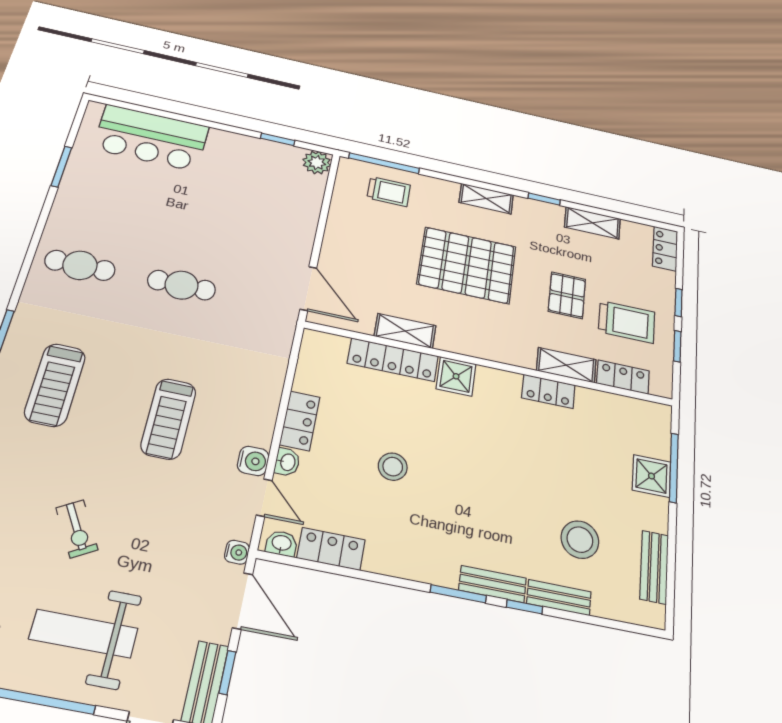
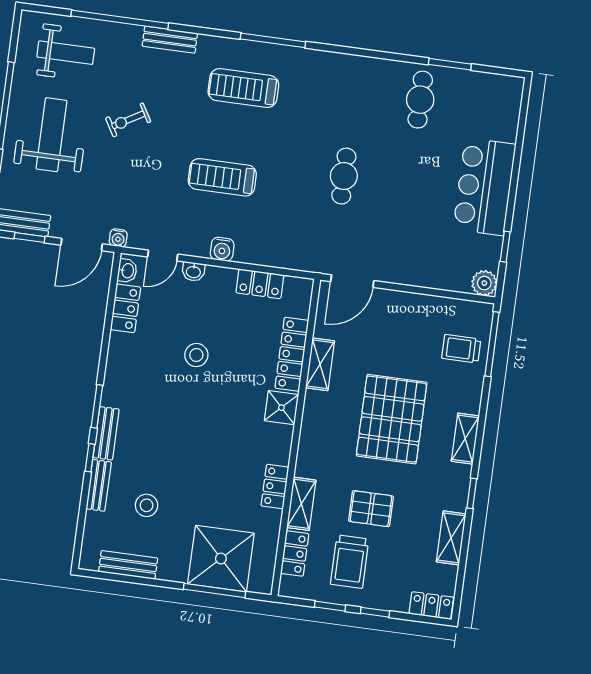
bar counter: (151, 138) -> (484, 187), moved
trolley: (389, 192) -> (461, 349), turned 90
cafe table: (80, 265) -> (420, 100), moved
locker: (300, 421) -> (260, 284), moved
water cooler: (253, 461) -> (222, 249), moved
shower: (651, 476) -> (221, 559), width x1.86, depth x1.86
stool: (580, 540) -> (147, 505), width x0.73, depth x0.73

